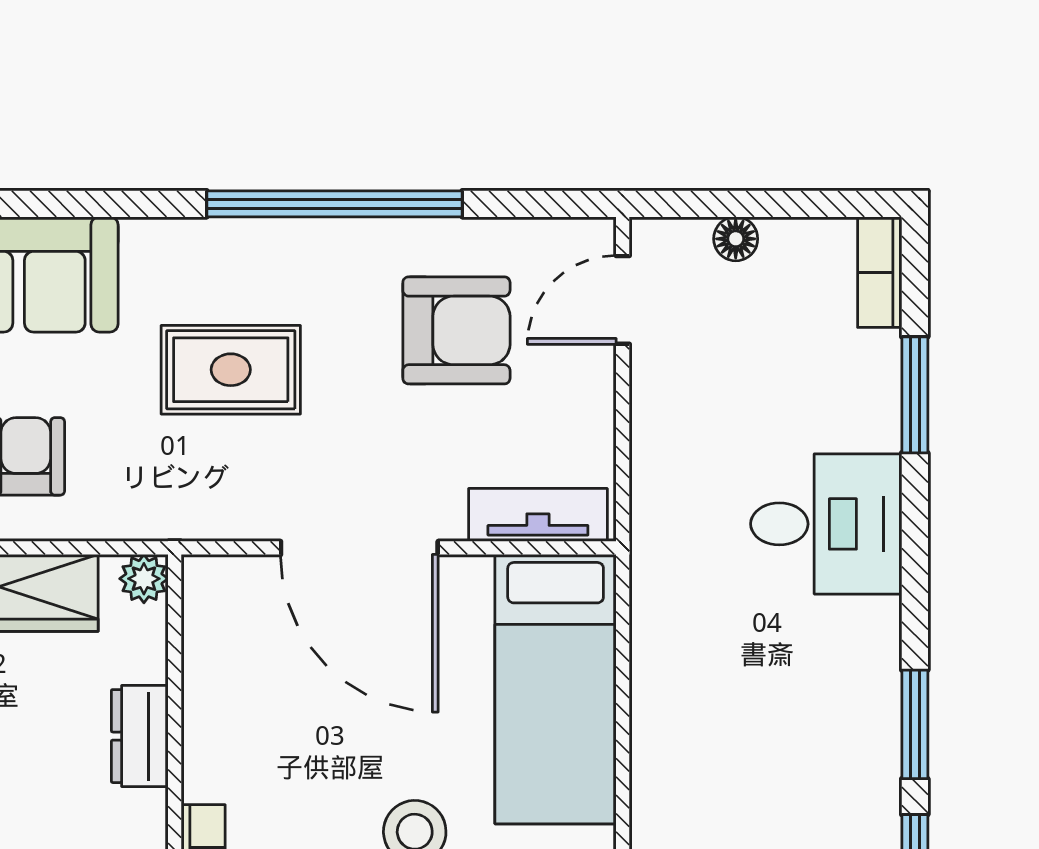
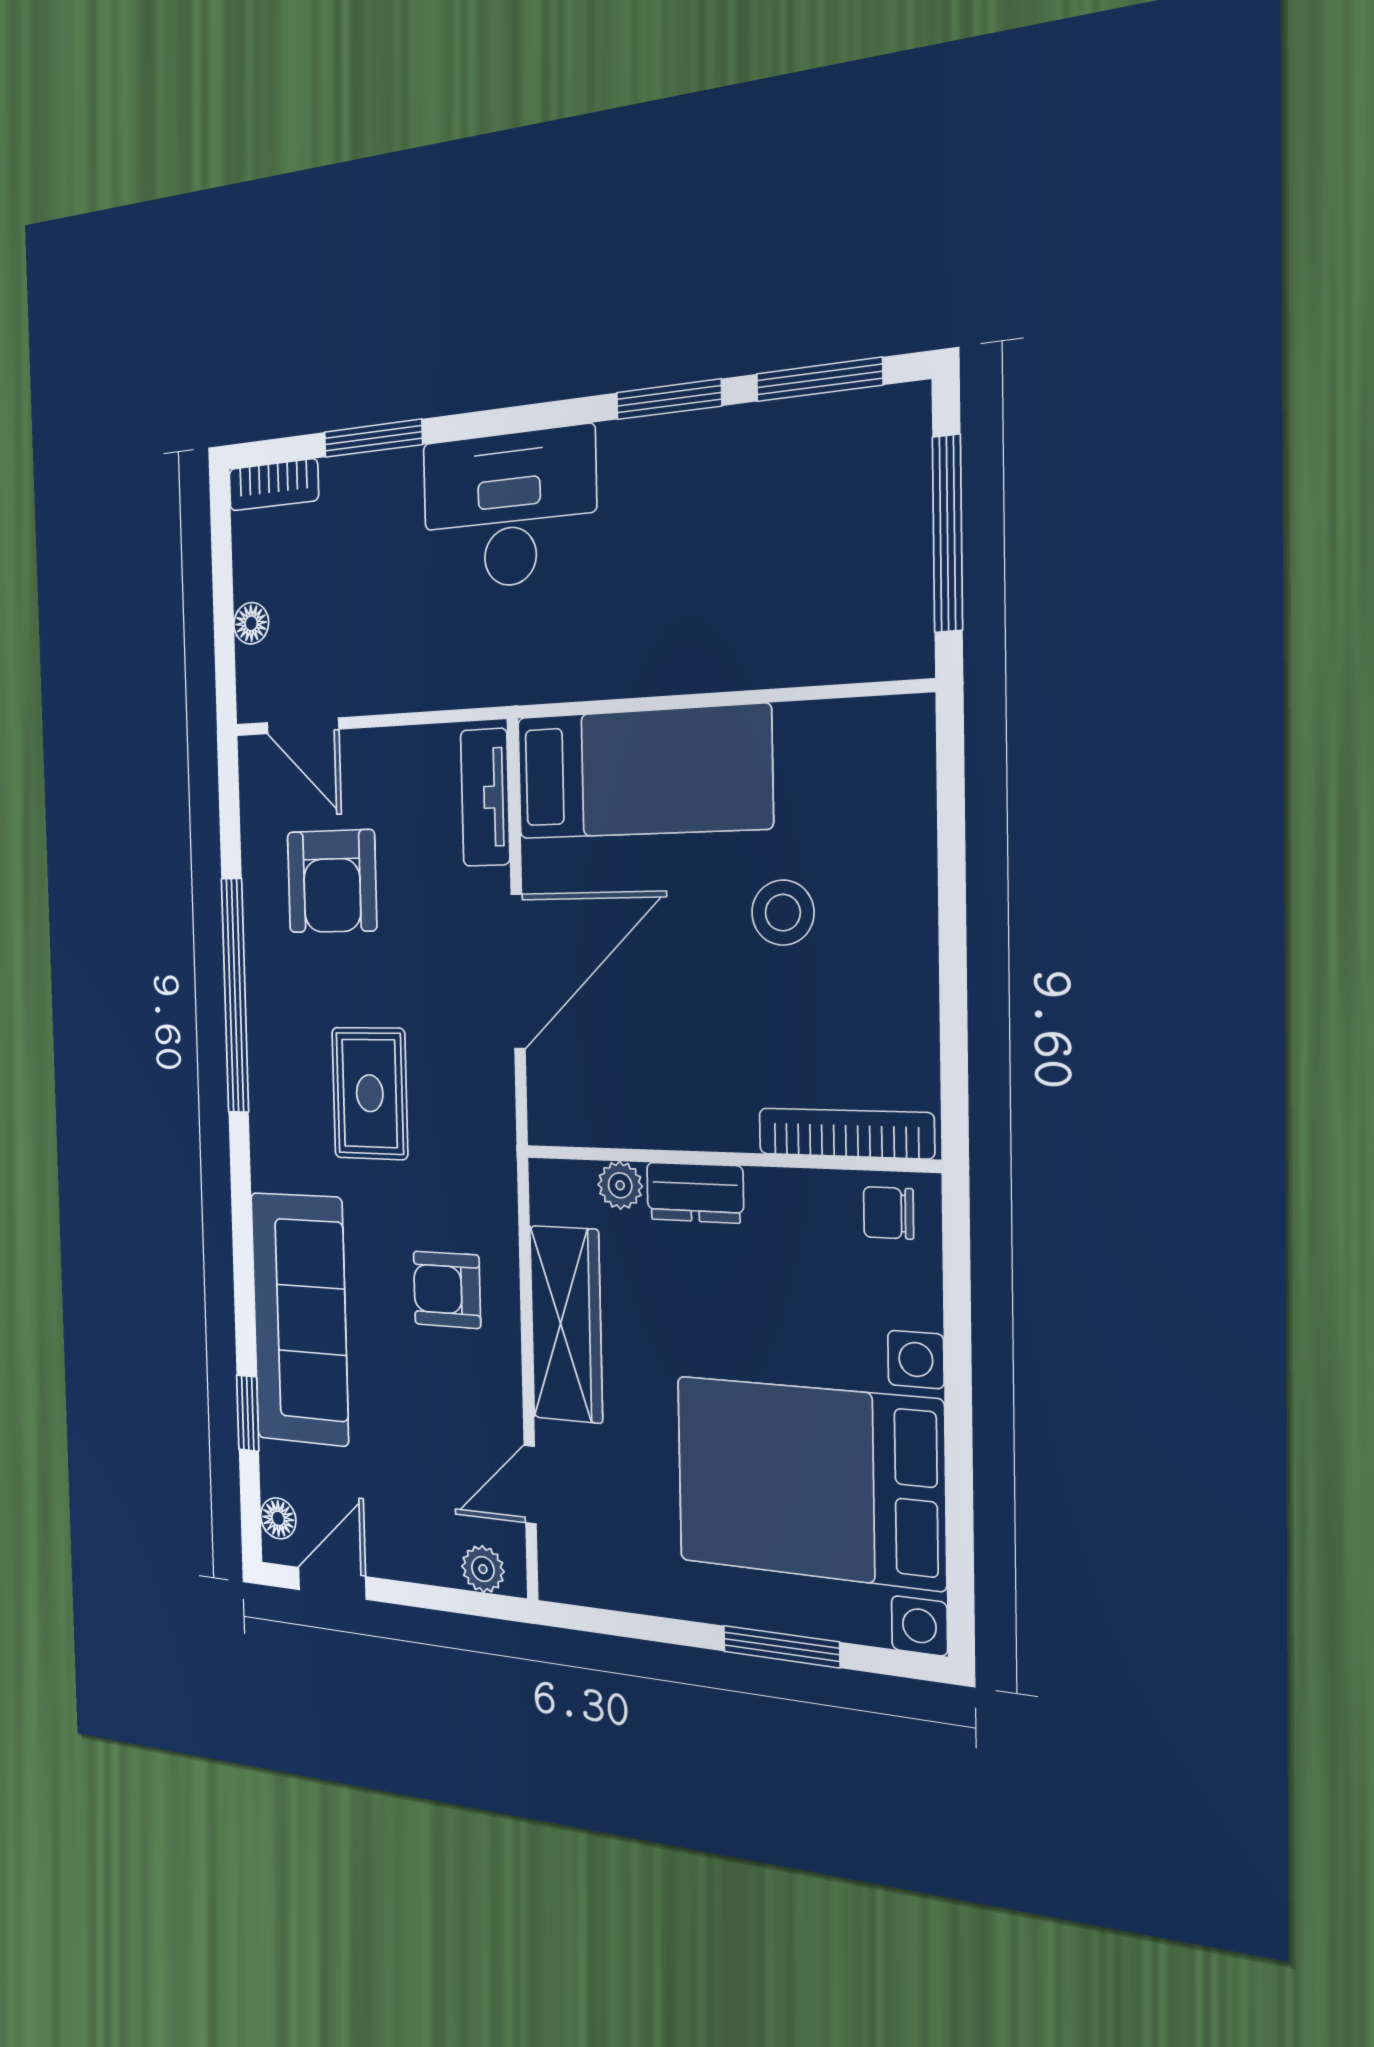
armchair: (456, 330) -> (332, 881), turned 180
desk: (826, 524) -> (509, 509), width x1.37
plant: (144, 579) -> (620, 1185), moved

